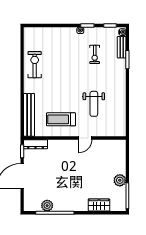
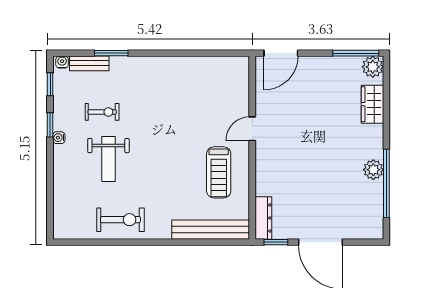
exercise bike: (35, 65) -> (121, 220), turned 180
weight bench: (94, 104) -> (108, 159), moved, turned 90
door: (85, 138) -> (252, 129), swing flipped
door: (127, 154) -> (281, 53), added
plant: (120, 180) -> (373, 67), moved
plant: (47, 206) -> (373, 170), moved

